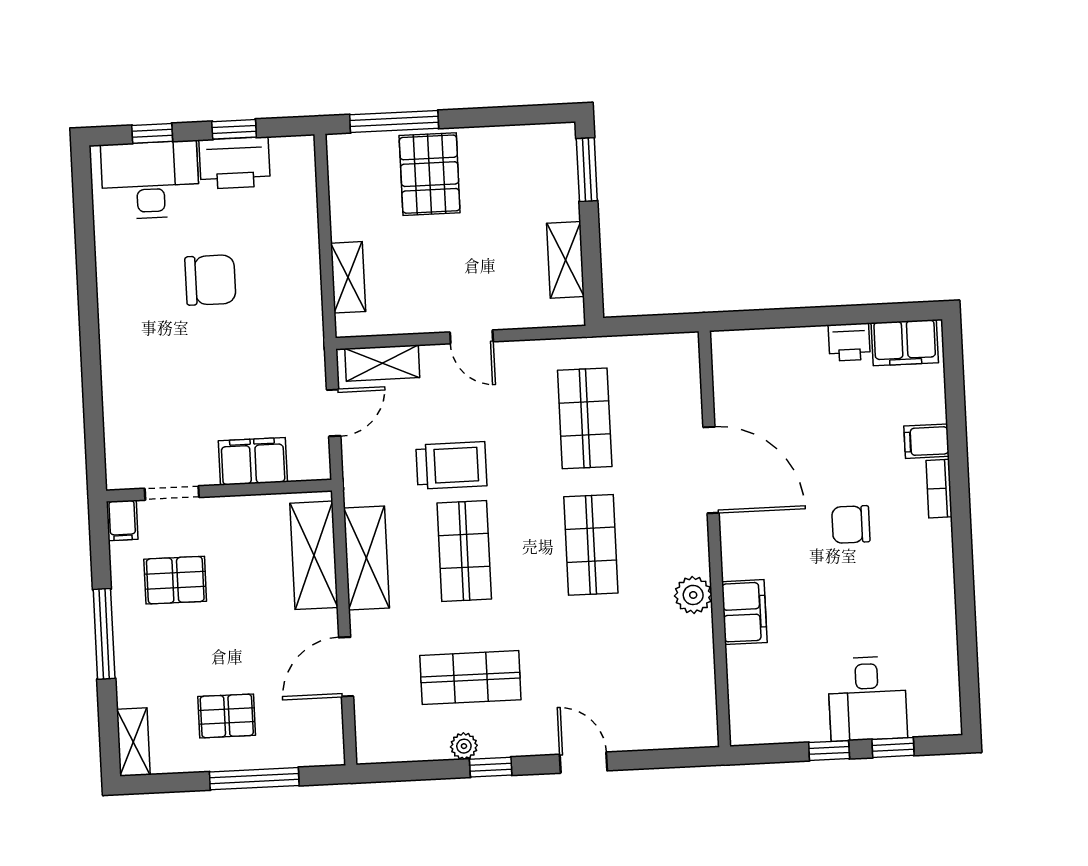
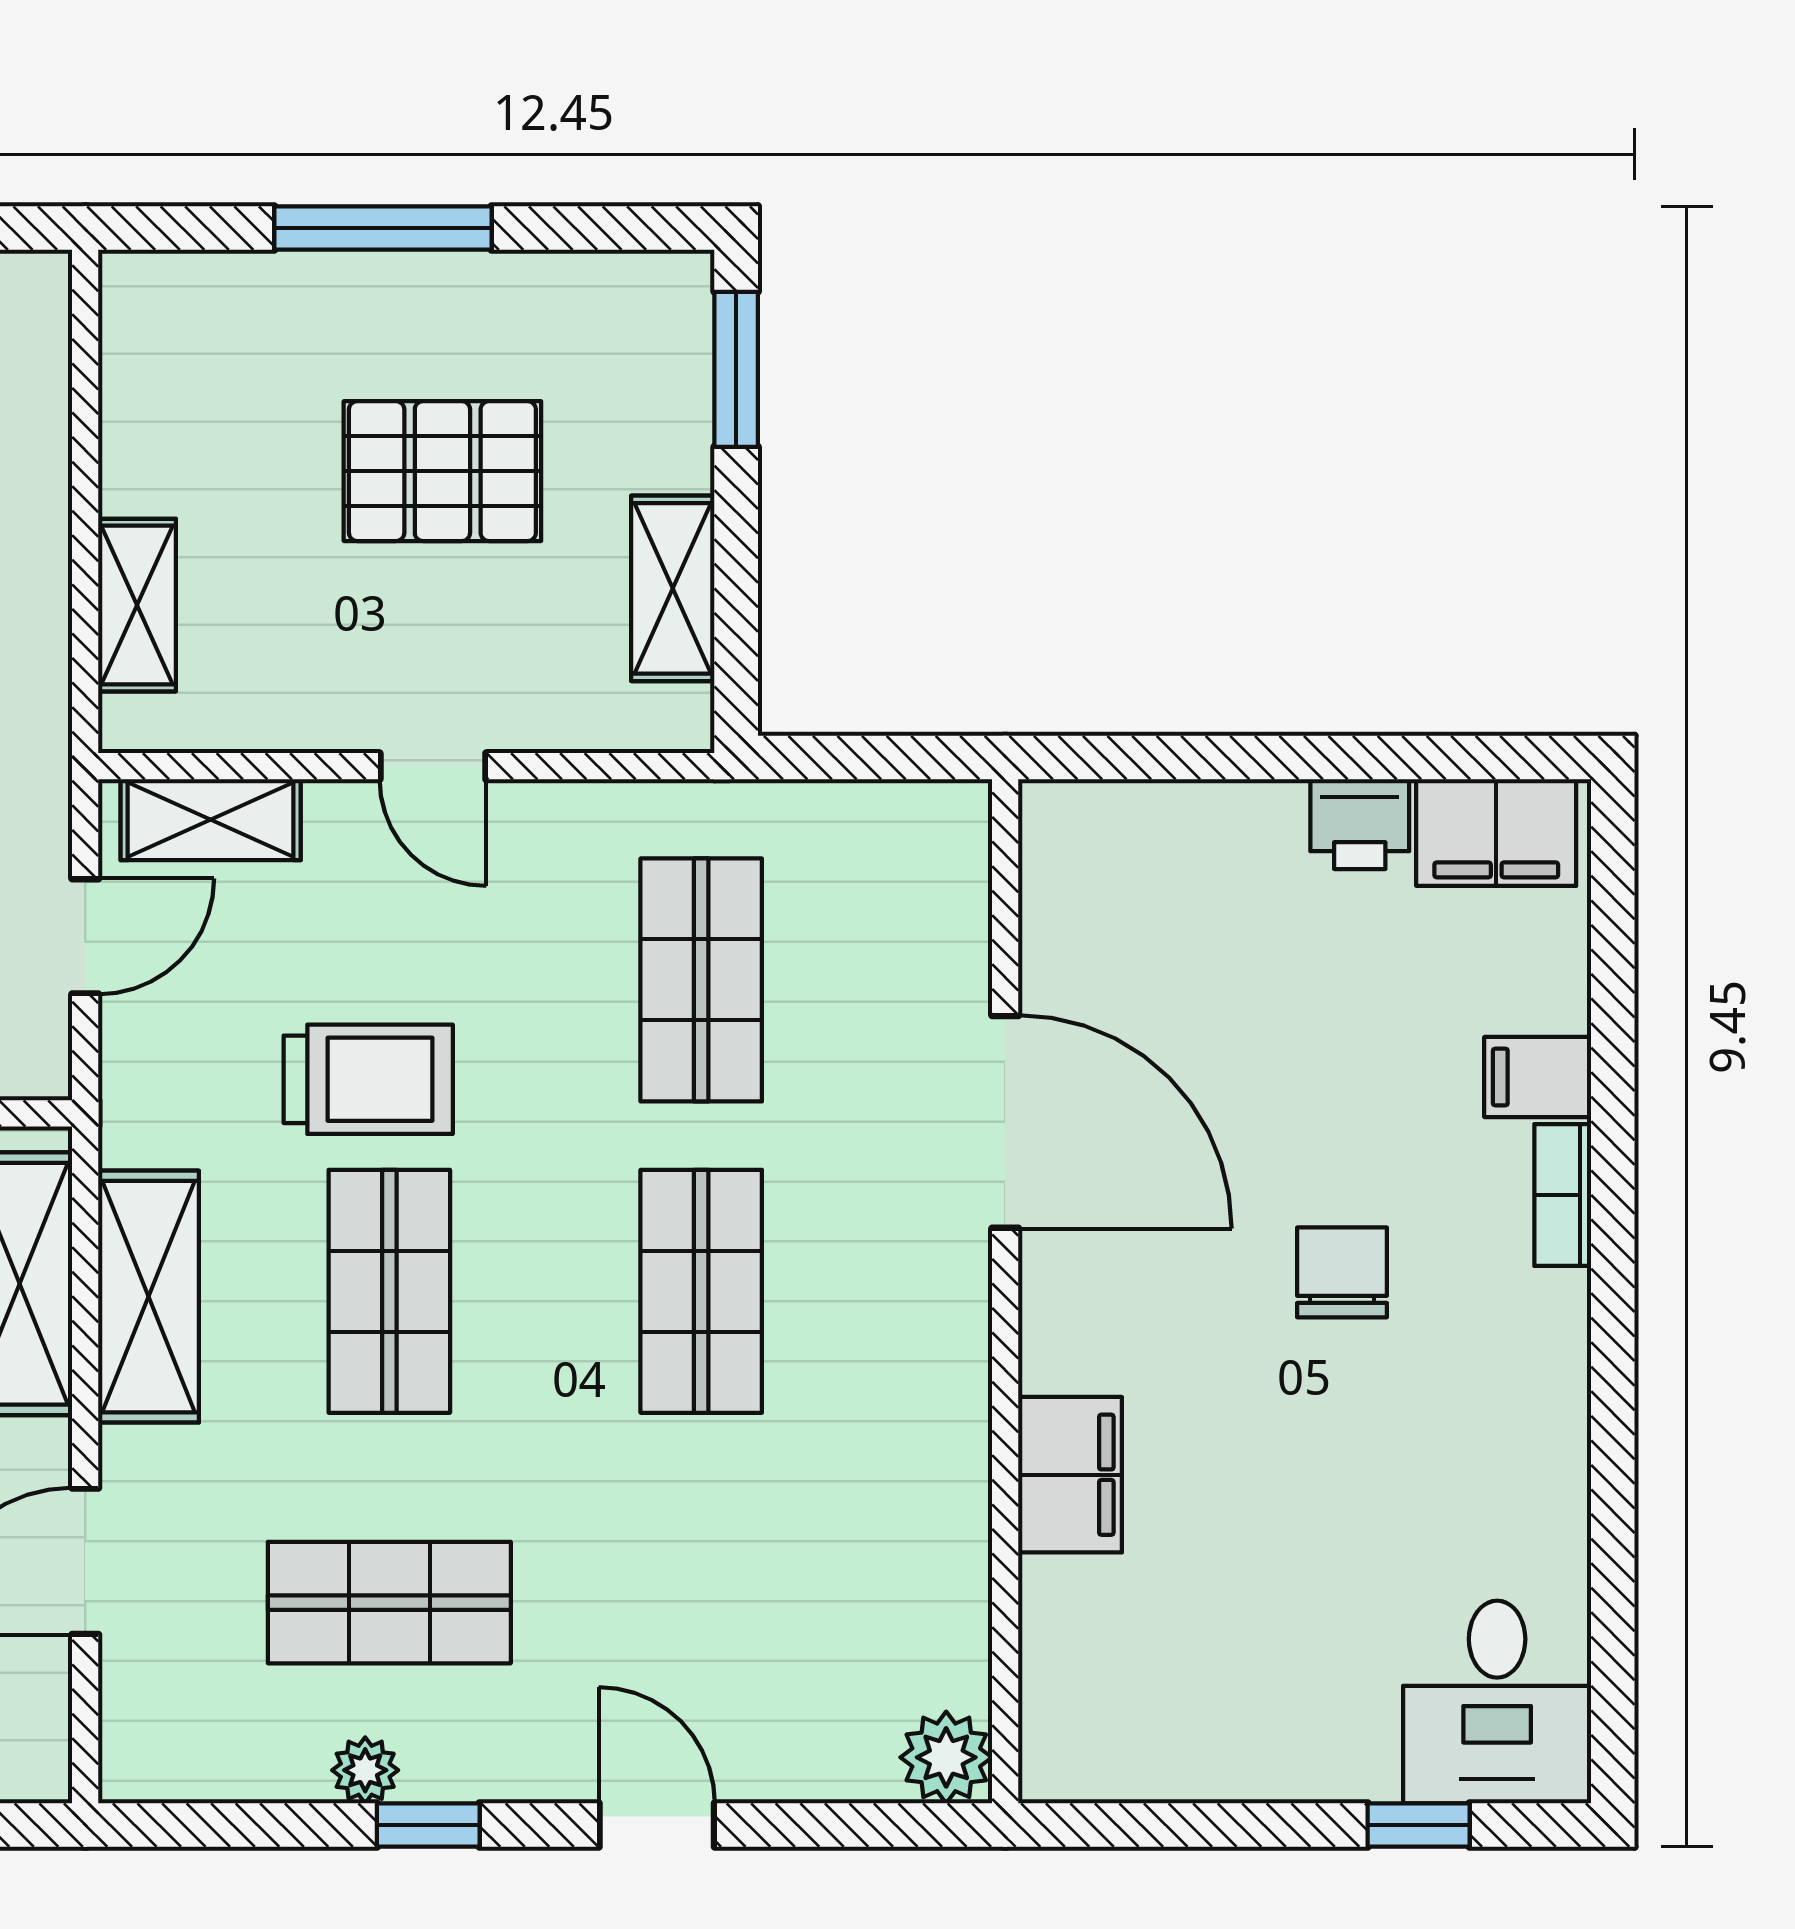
window: (394, 122) -> (383, 228), moved
pallet: (430, 174) -> (442, 471), moved, turned 90
chair: (851, 524) -> (1342, 1272), turned 90
plant: (693, 595) -> (946, 1757), moved
desk: (867, 699) -> (1497, 1702), moved
window: (829, 751) -> (1261, 1825), removed

